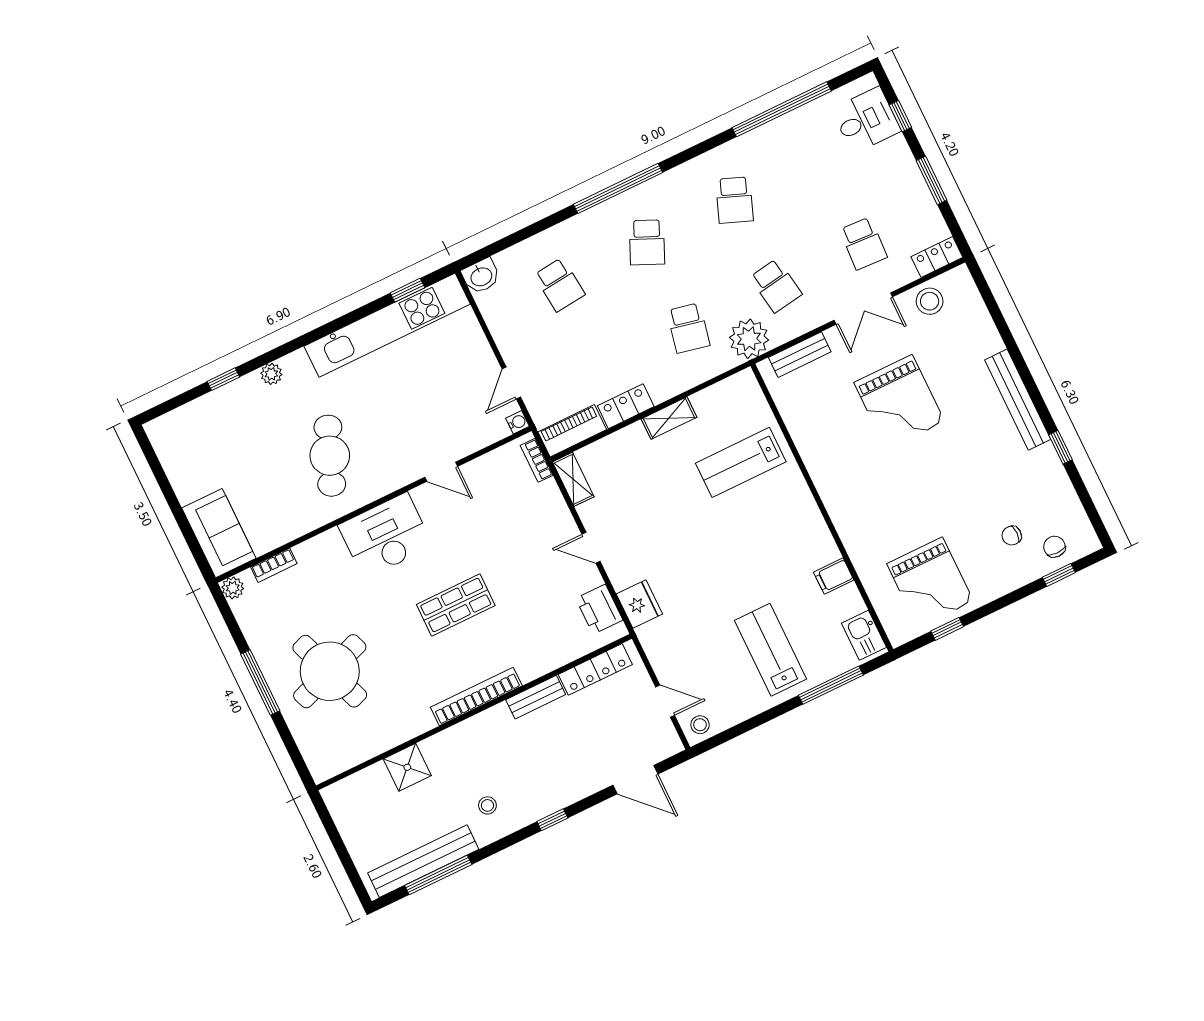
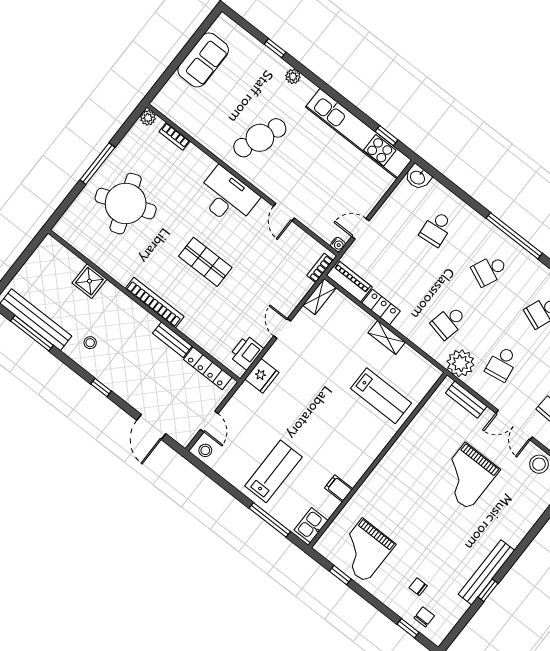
bench: (1018, 400) -> (486, 572), moved
lab bench: (741, 462) -> (381, 396), turned 180
sofa: (219, 533) -> (203, 60), moved

